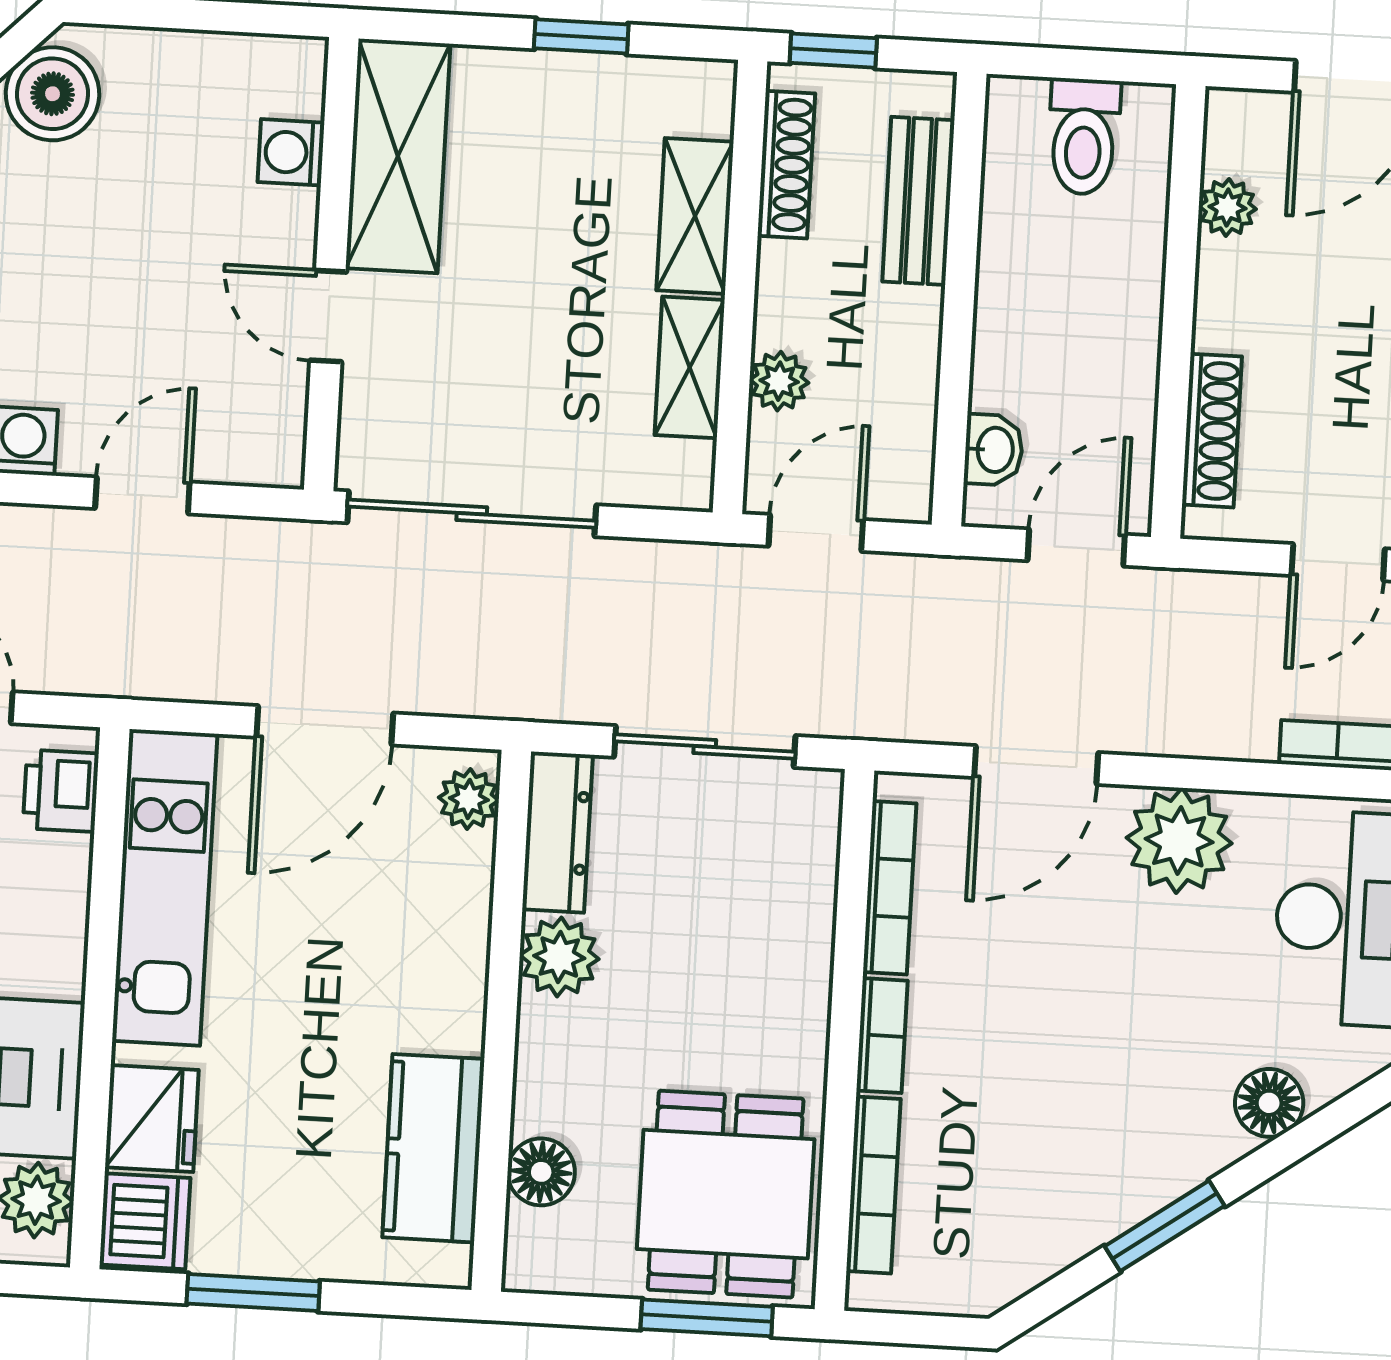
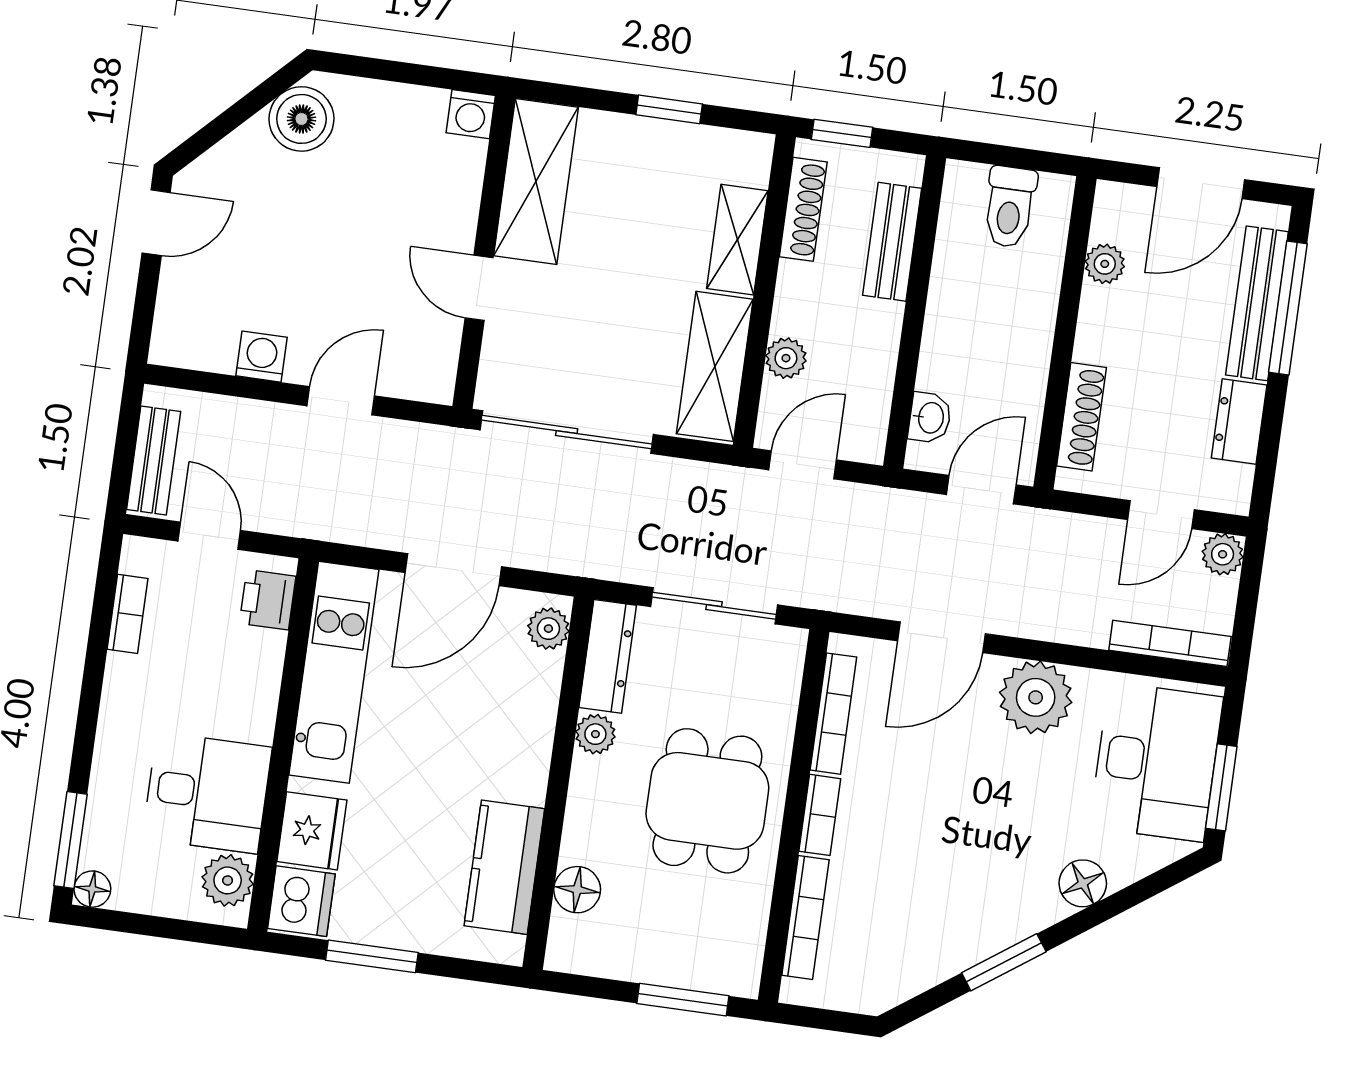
washing machine: (291, 152) -> (471, 114), moved, turned -90
shelving: (690, 367) -> (715, 366), width x1.50, depth x1.33
plant: (559, 957) -> (595, 734), width x0.73, depth x0.73
dining table: (726, 1194) -> (707, 801), moved

